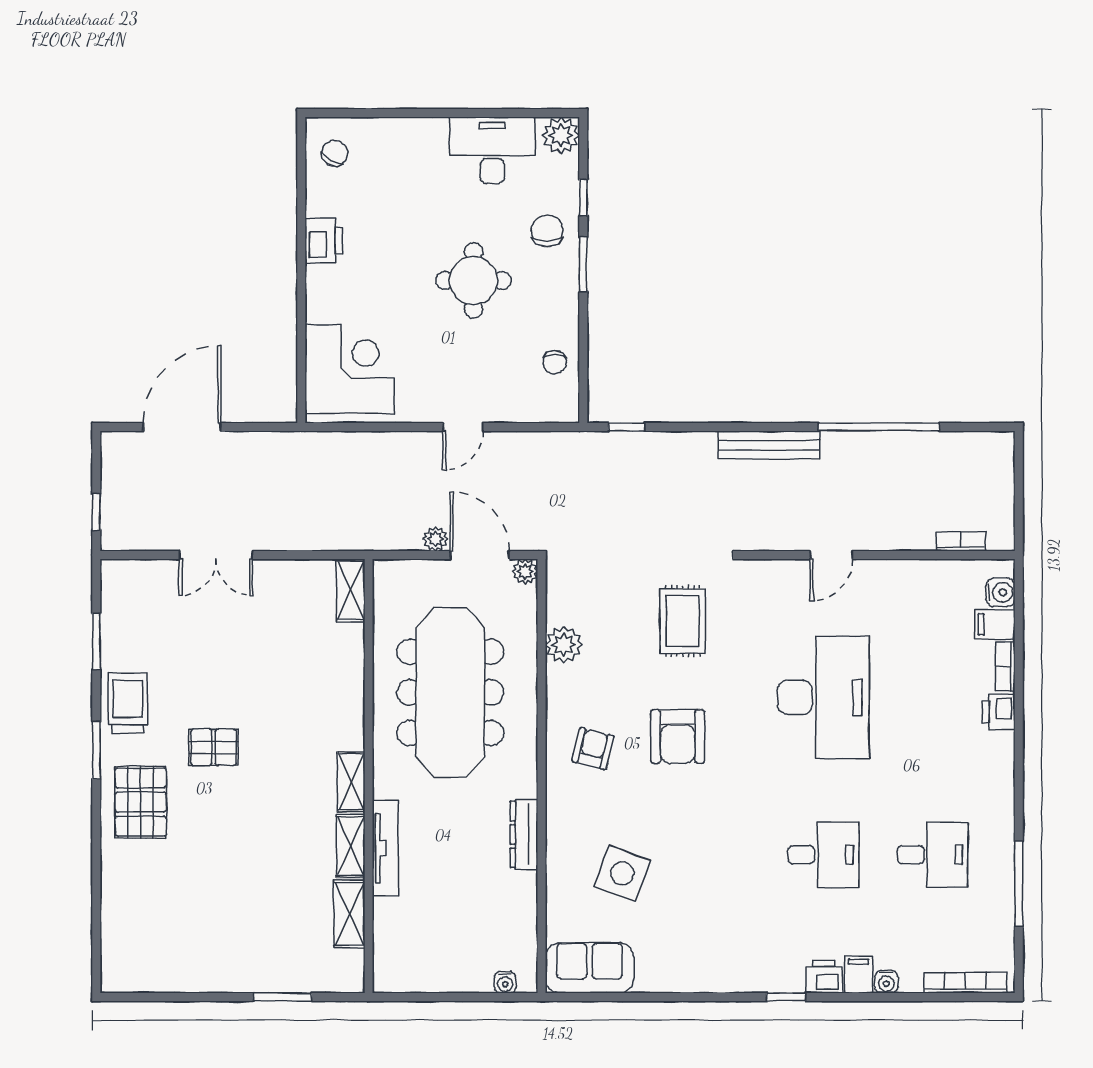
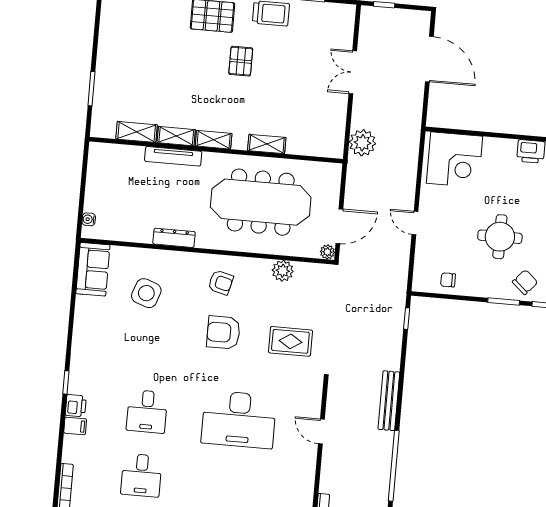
chair: (547, 231) -> (525, 282), turned -48
plant: (435, 539) -> (362, 143), moved, width x1.87, depth x1.87
shelving: (351, 590) -> (267, 144), moved
water cooler: (886, 982) -> (70, 442), removed

